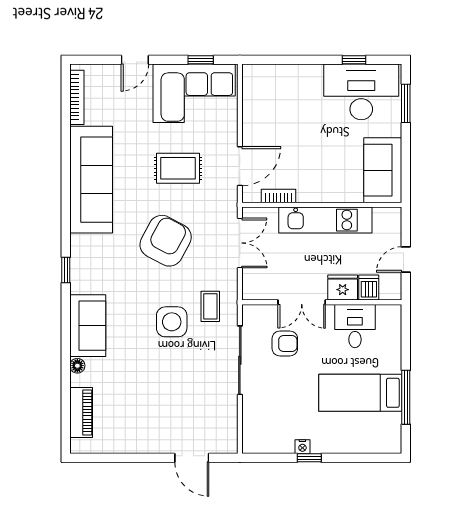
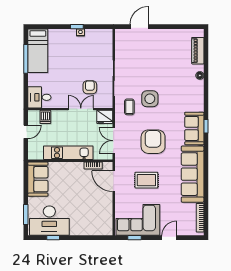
door: (240, 166) -> (114, 181), hinge flipped
armchair: (166, 241) -> (153, 142), turned 152
fridge: (343, 288) -> (105, 117), moved
sofa: (88, 326) -> (194, 128), moved
desk: (355, 326) -> (39, 97), moved, turned 90
armchair: (285, 343) -> (90, 87), turned 90
bed: (360, 393) -> (38, 51), moved, turned 90
door: (192, 458) -> (139, 27), hinge flipped

